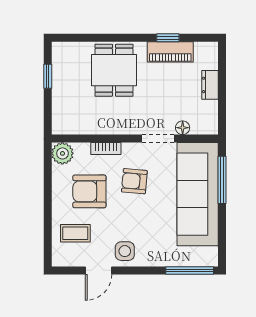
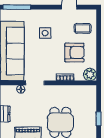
armchair: (134, 181) -> (49, 58), removed
side table: (125, 251) -> (45, 33), moved

